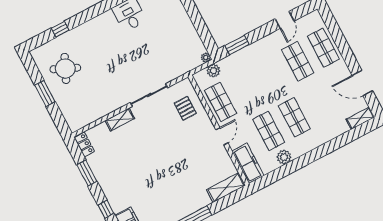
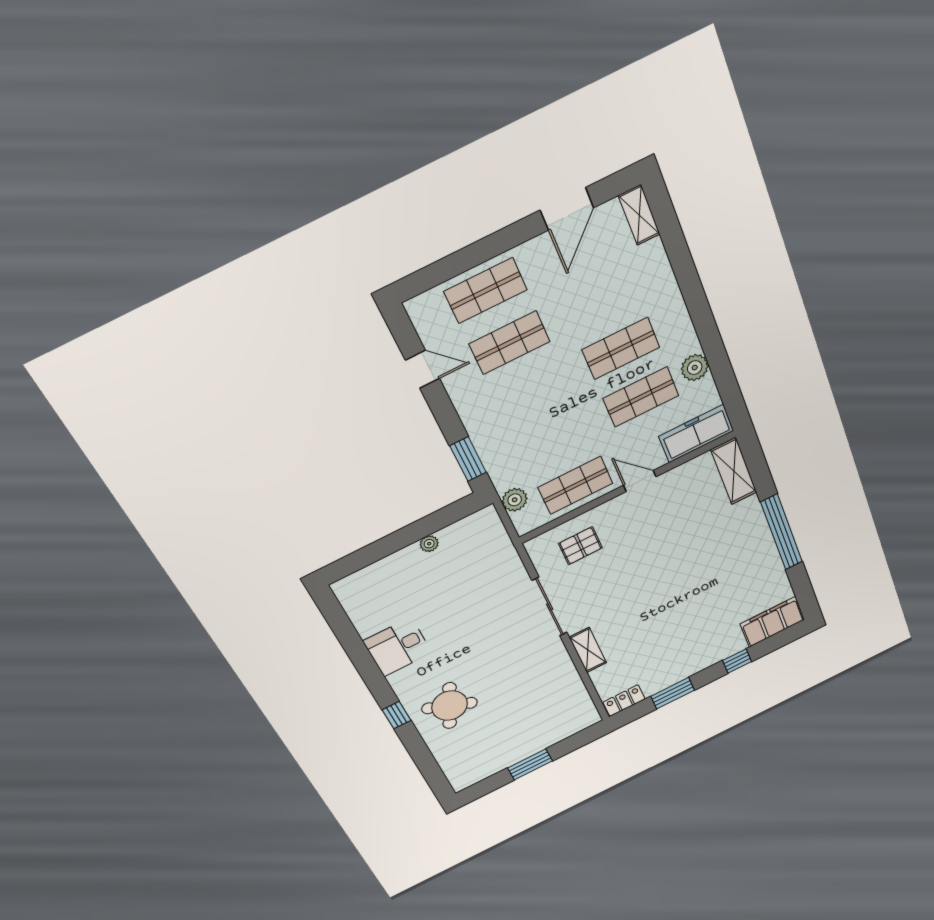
window: (60, 29) -> (397, 715), moved
plant: (206, 58) -> (429, 544), moved
round table: (65, 68) -> (450, 706), moved

